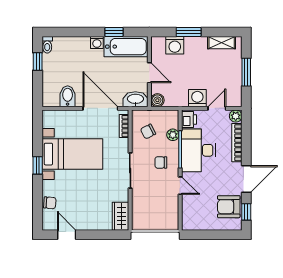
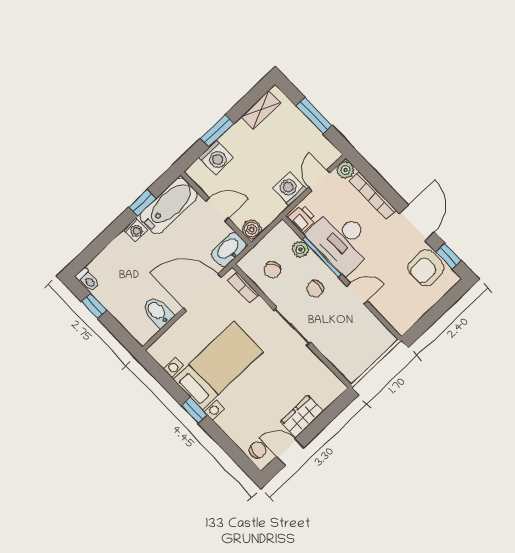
chair: (50, 203) -> (258, 450), moved
wardrobe: (121, 216) -> (302, 416), moved, turned 90

